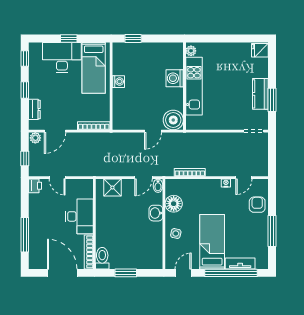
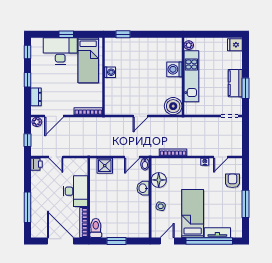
plant: (191, 51) -> (189, 45), moved
washing machine: (175, 78) -> (174, 69), moved
wall: (184, 86) -> (183, 76), moved
kitchen unit: (194, 86) -> (191, 76), moved
boiler: (173, 120) -> (173, 106), moved

